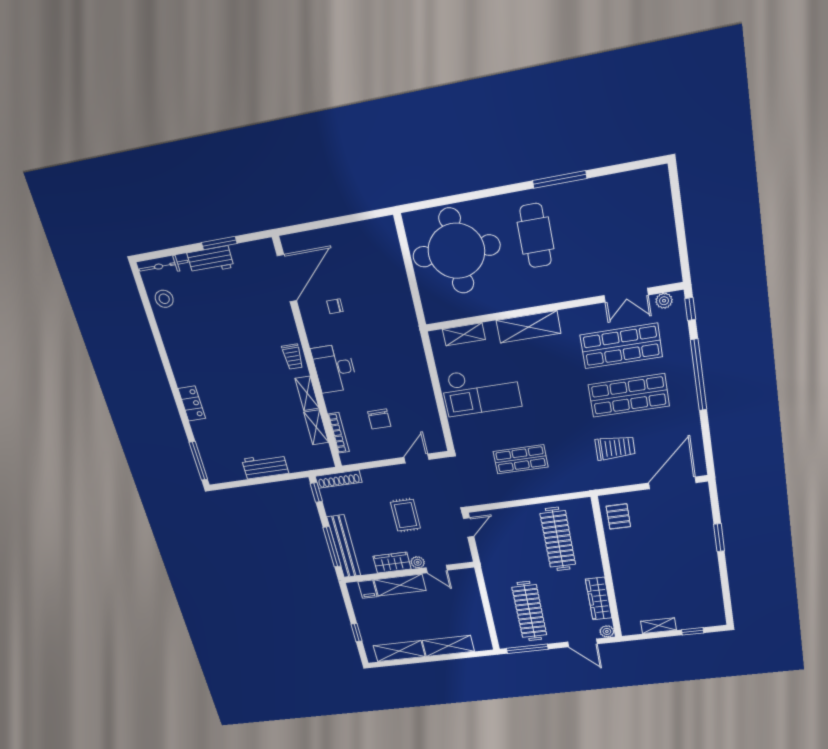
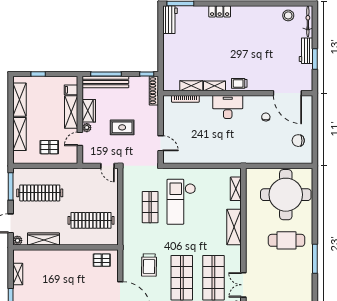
checkout: (481, 391) -> (181, 202), moved
chair: (379, 419) -> (298, 141), moved
workbench: (265, 466) -> (170, 20), moved
pallet: (458, 607) -> (49, 147), added

